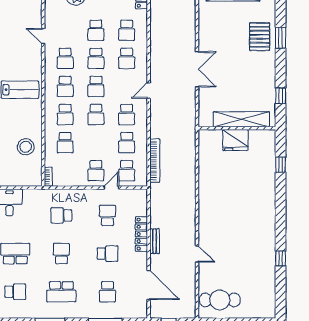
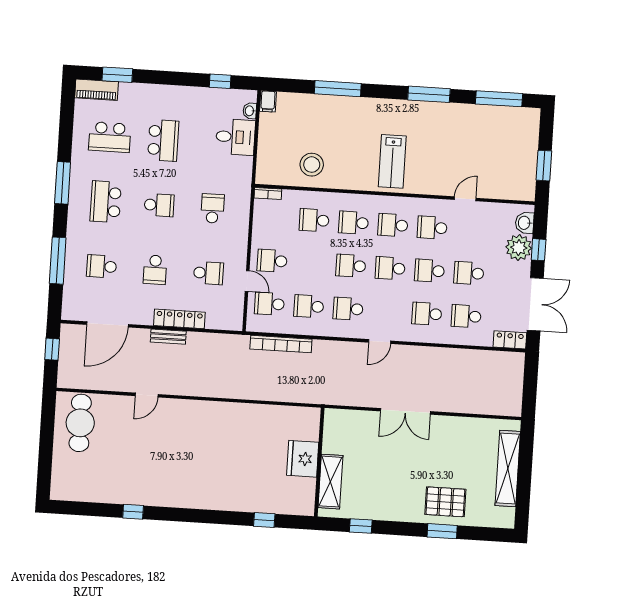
door: (149, 91) -> (380, 342), swing flipped
shelving: (241, 119) -> (330, 482), width x0.68
school desk: (15, 292) -> (110, 137), width x1.85

